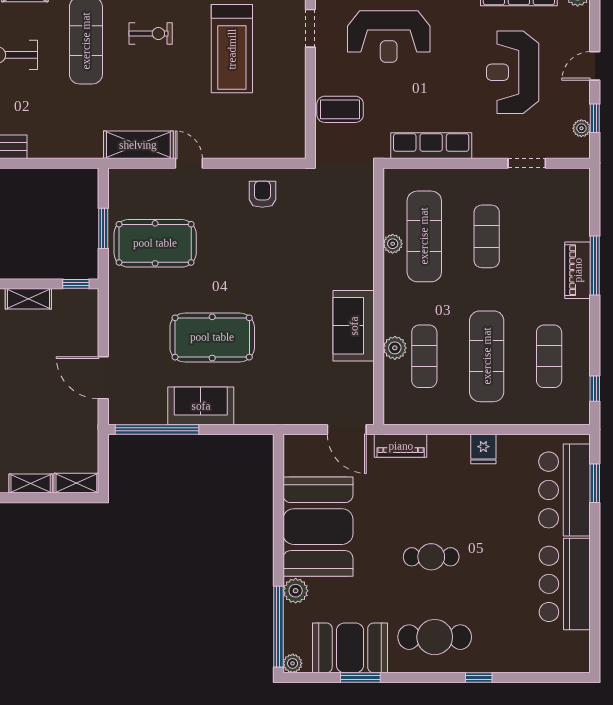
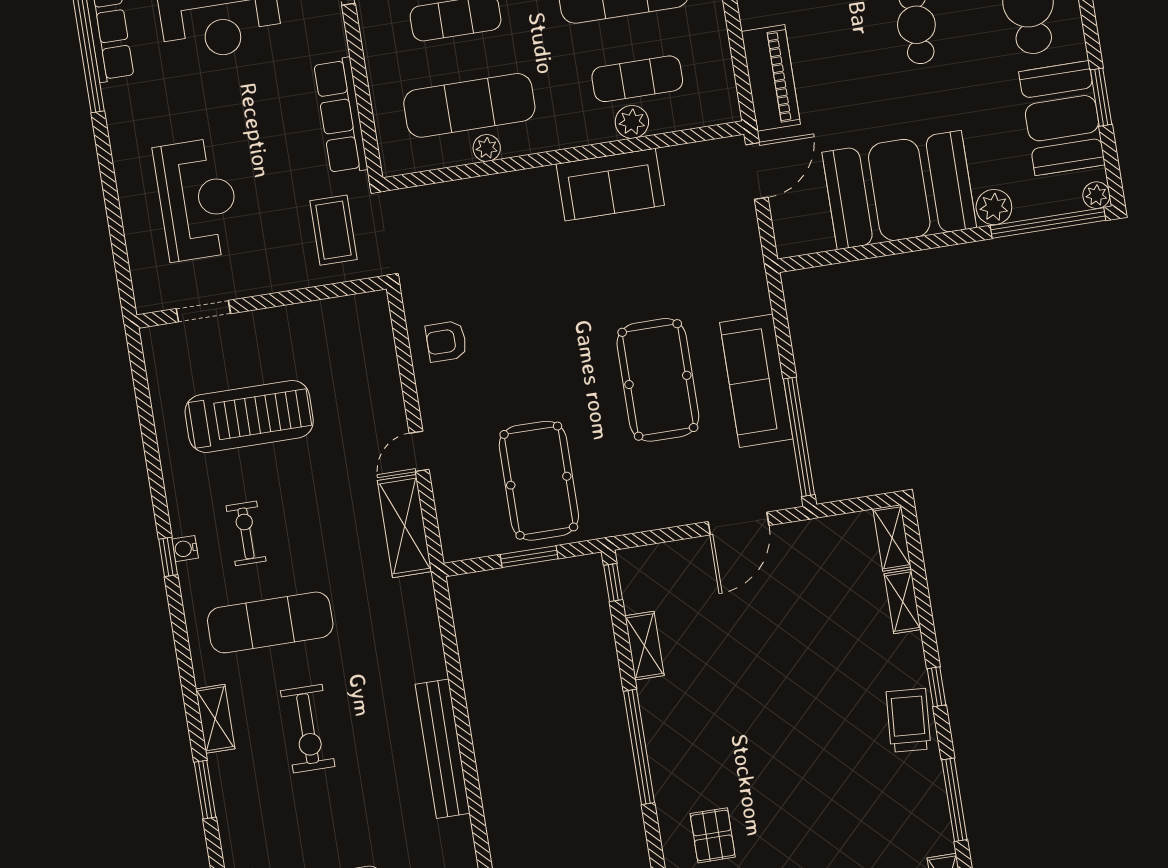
coffee table: (340, 109) -> (333, 230), moved
sofa: (201, 406) -> (756, 381), width x1.36
piano: (401, 446) -> (771, 78), width x1.37, depth x1.33

